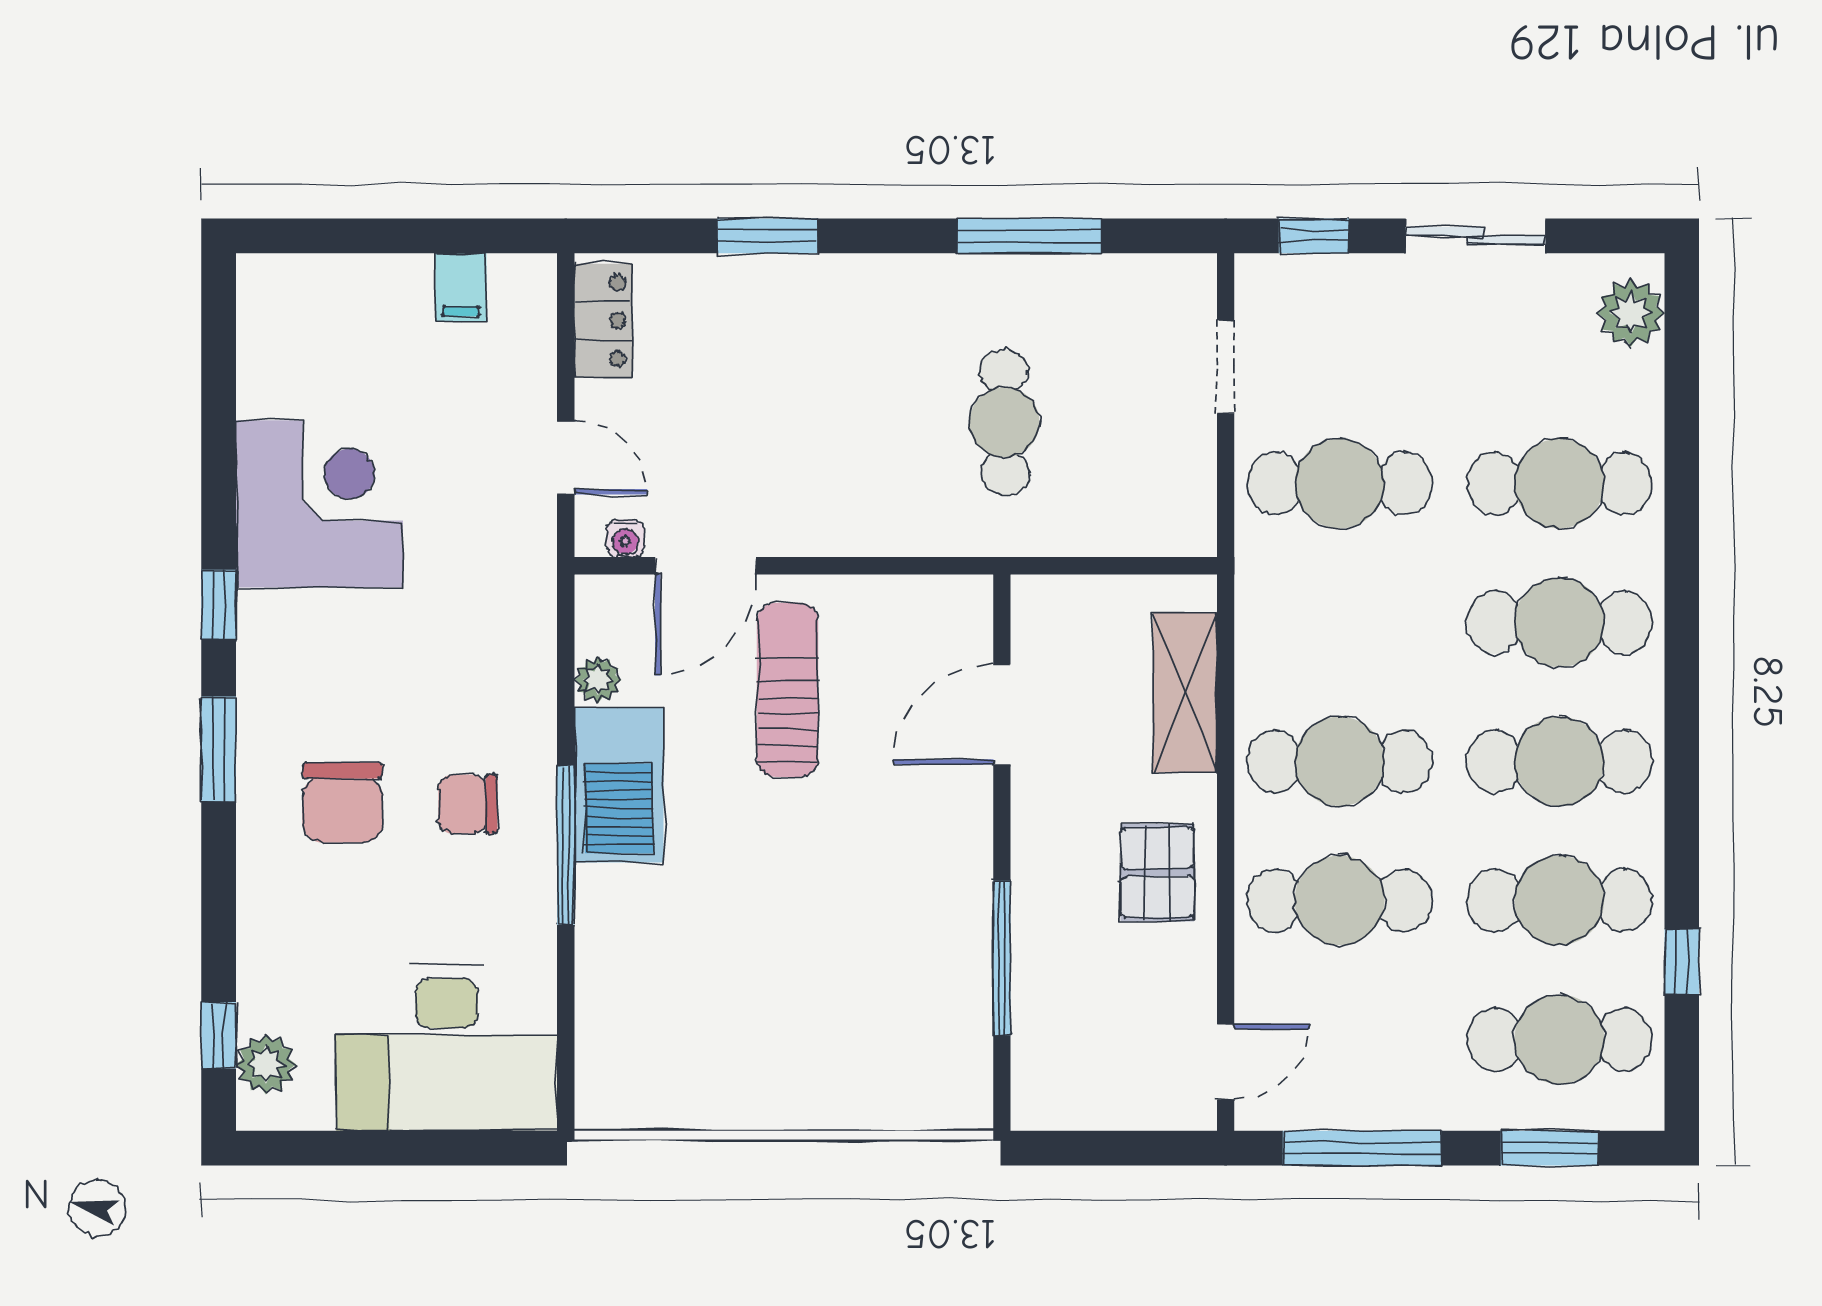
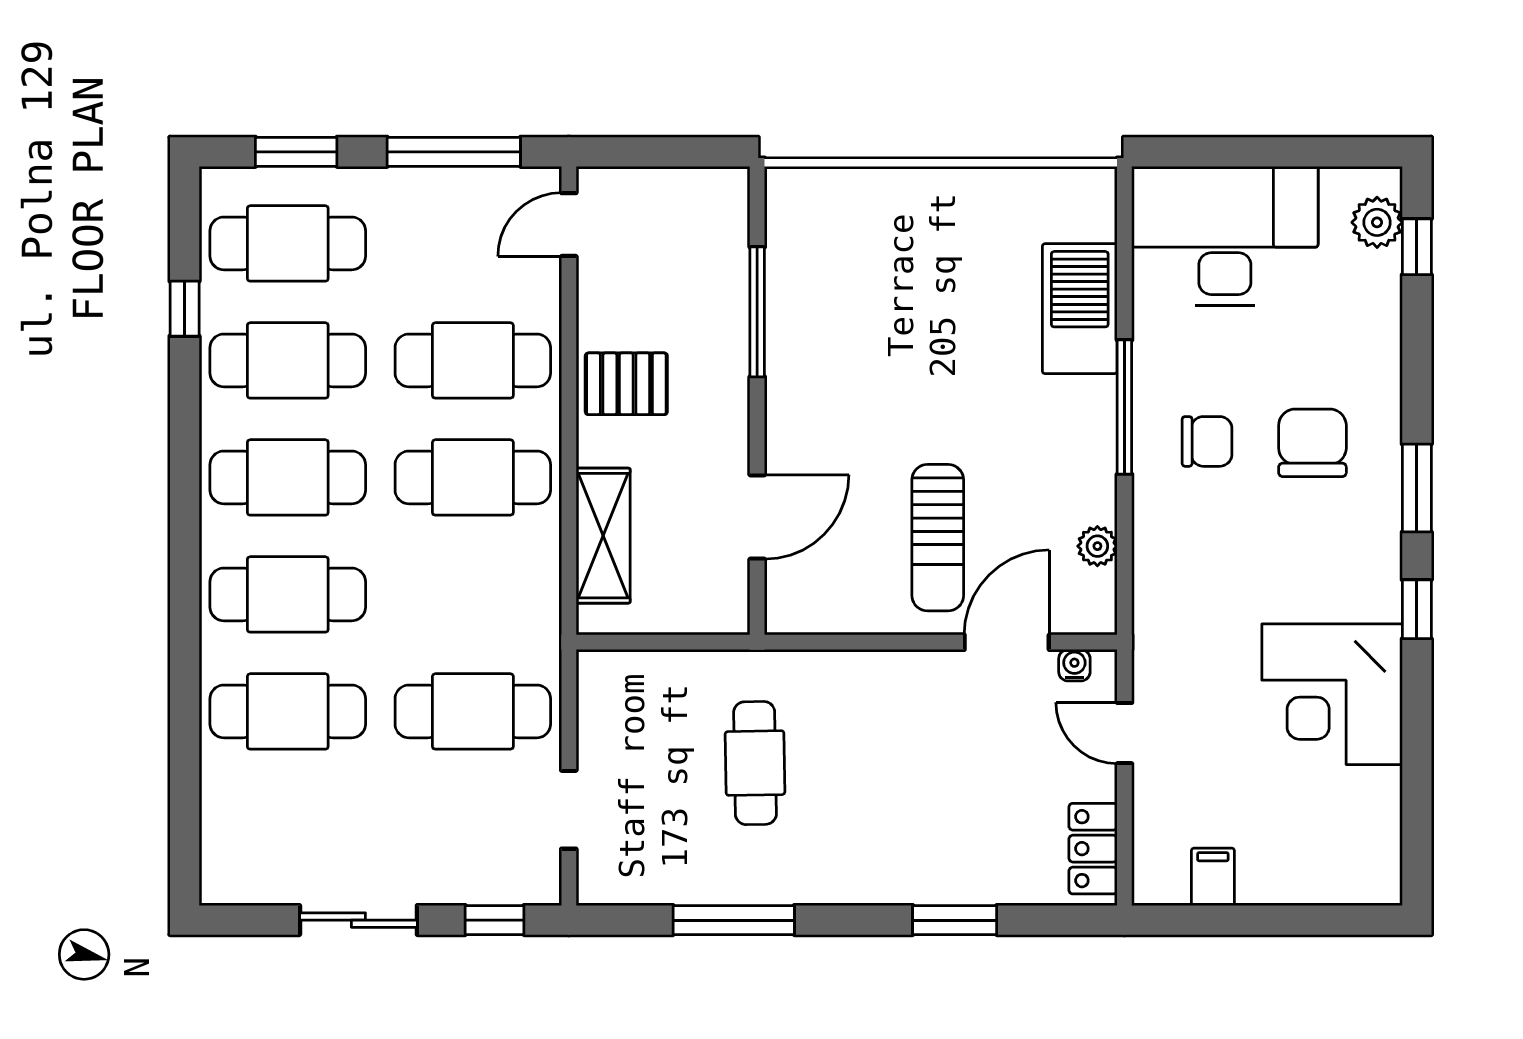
plant: (1631, 313) -> (227, 855), removed
barbecue: (619, 785) -> (1080, 309), moved
pallet: (1157, 873) -> (626, 384), turned 90

